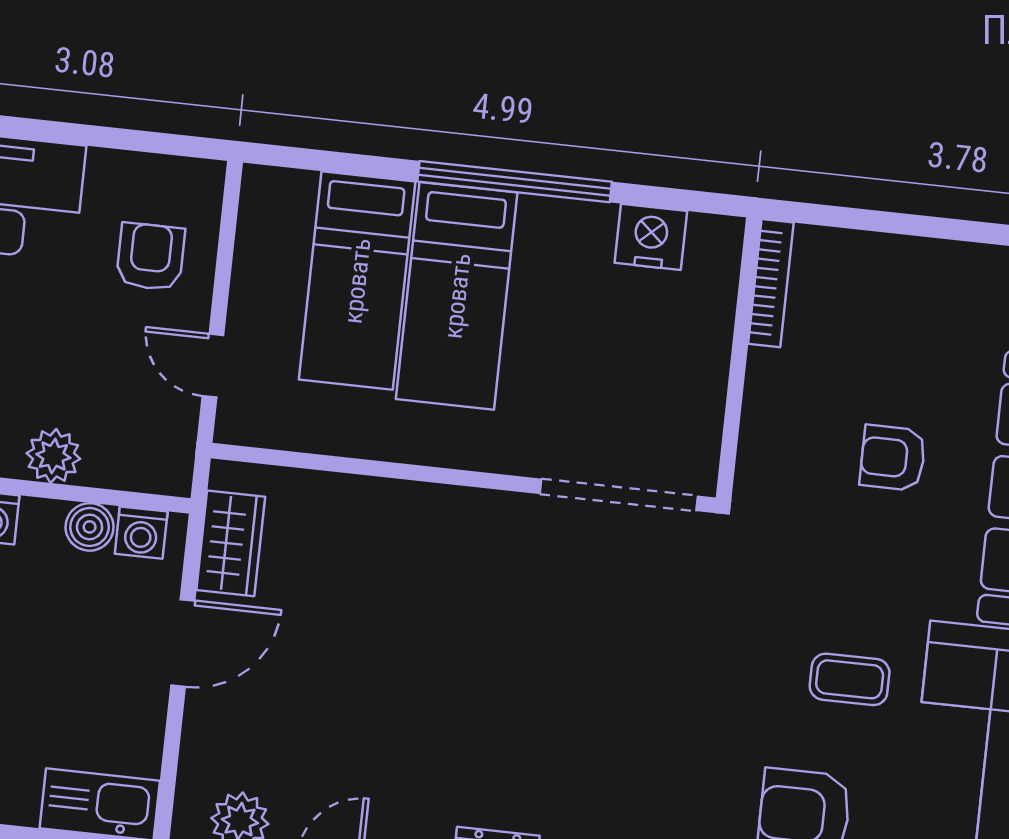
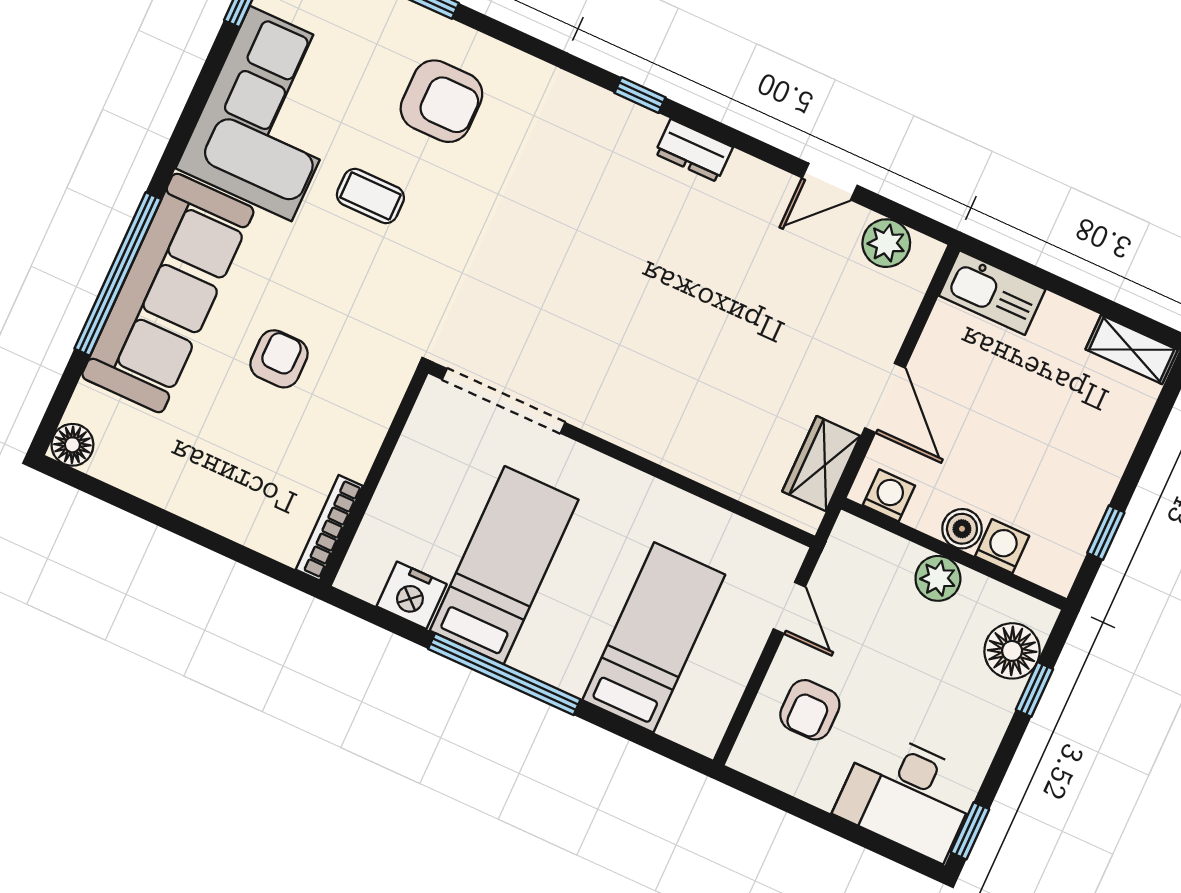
bed: (457, 296) -> (504, 565), moved
armchair: (893, 458) -> (279, 359), turned -90
boiler: (90, 527) -> (962, 529), moved
door: (183, 643) -> (885, 398), swing flipped

